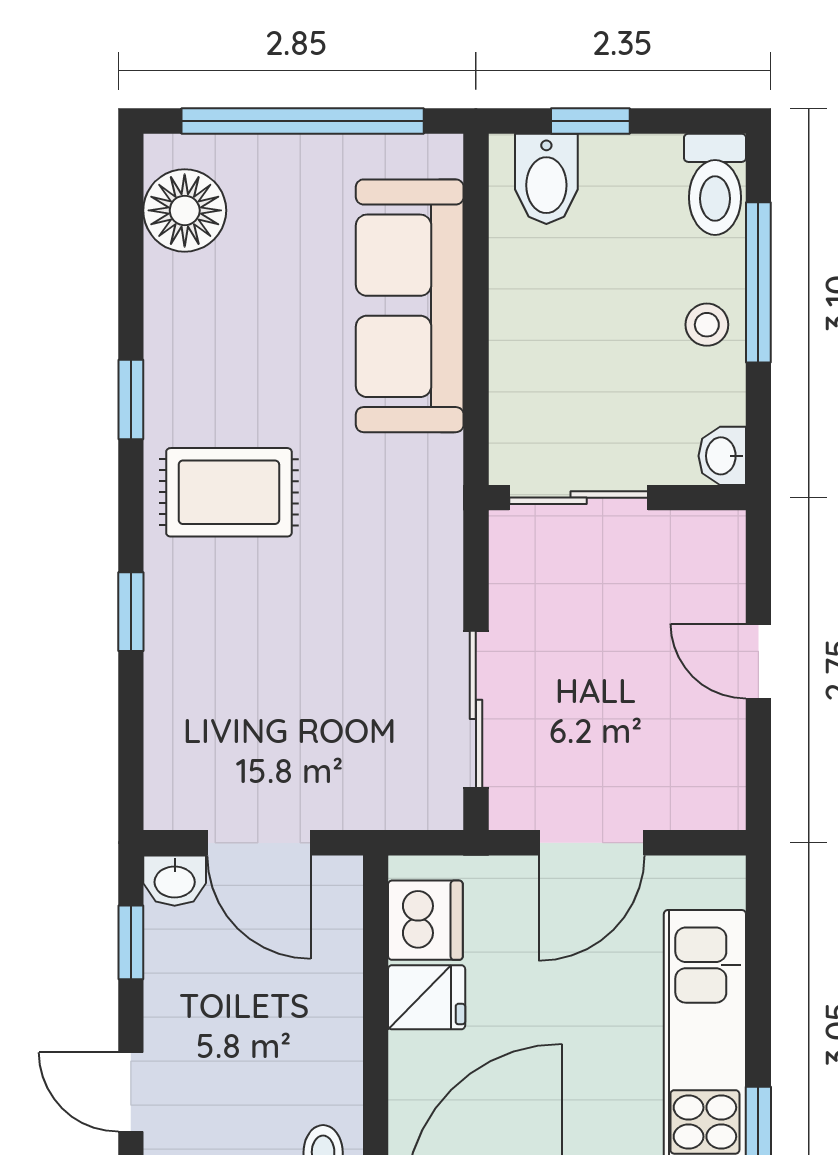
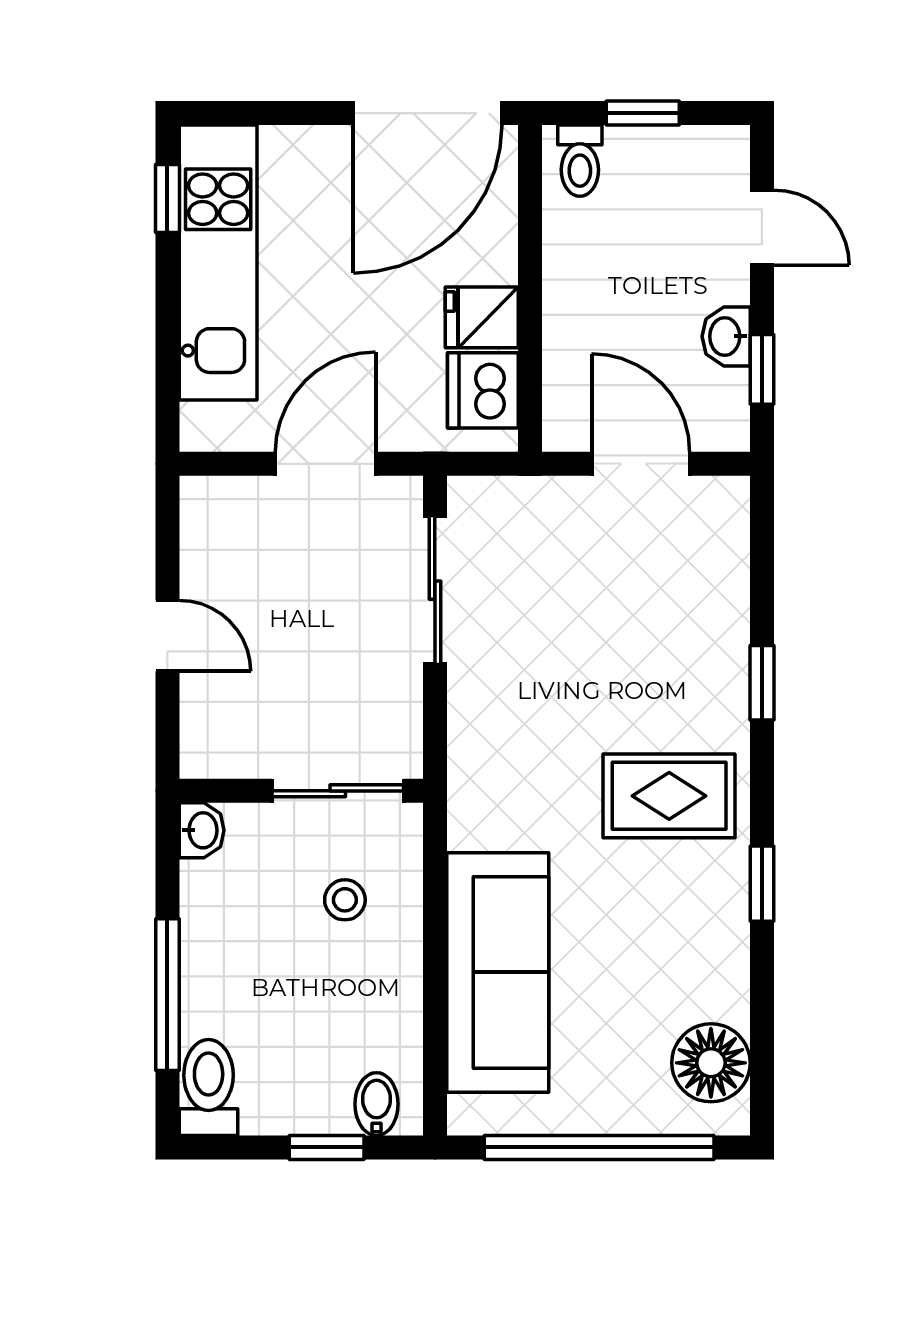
bidet: (546, 179) -> (377, 1104), width x0.72, depth x0.74
stool: (707, 325) -> (345, 900), moved
washbasin: (175, 881) -> (726, 336), moved, turned -90

